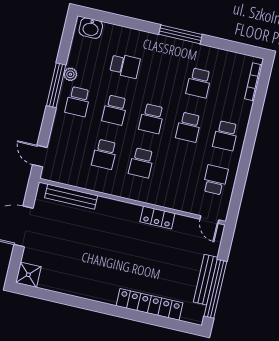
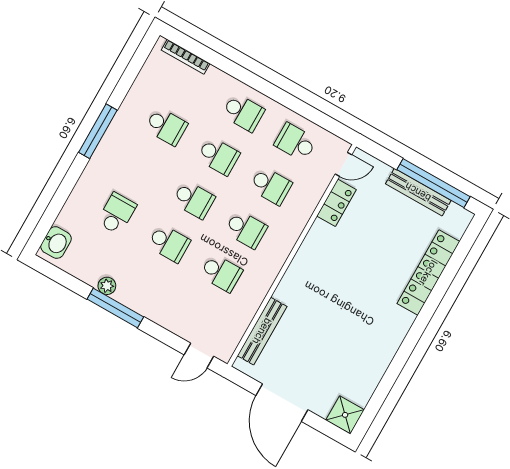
school desk: (78, 102) -> (271, 186), moved
locker: (157, 217) -> (337, 203), moved

